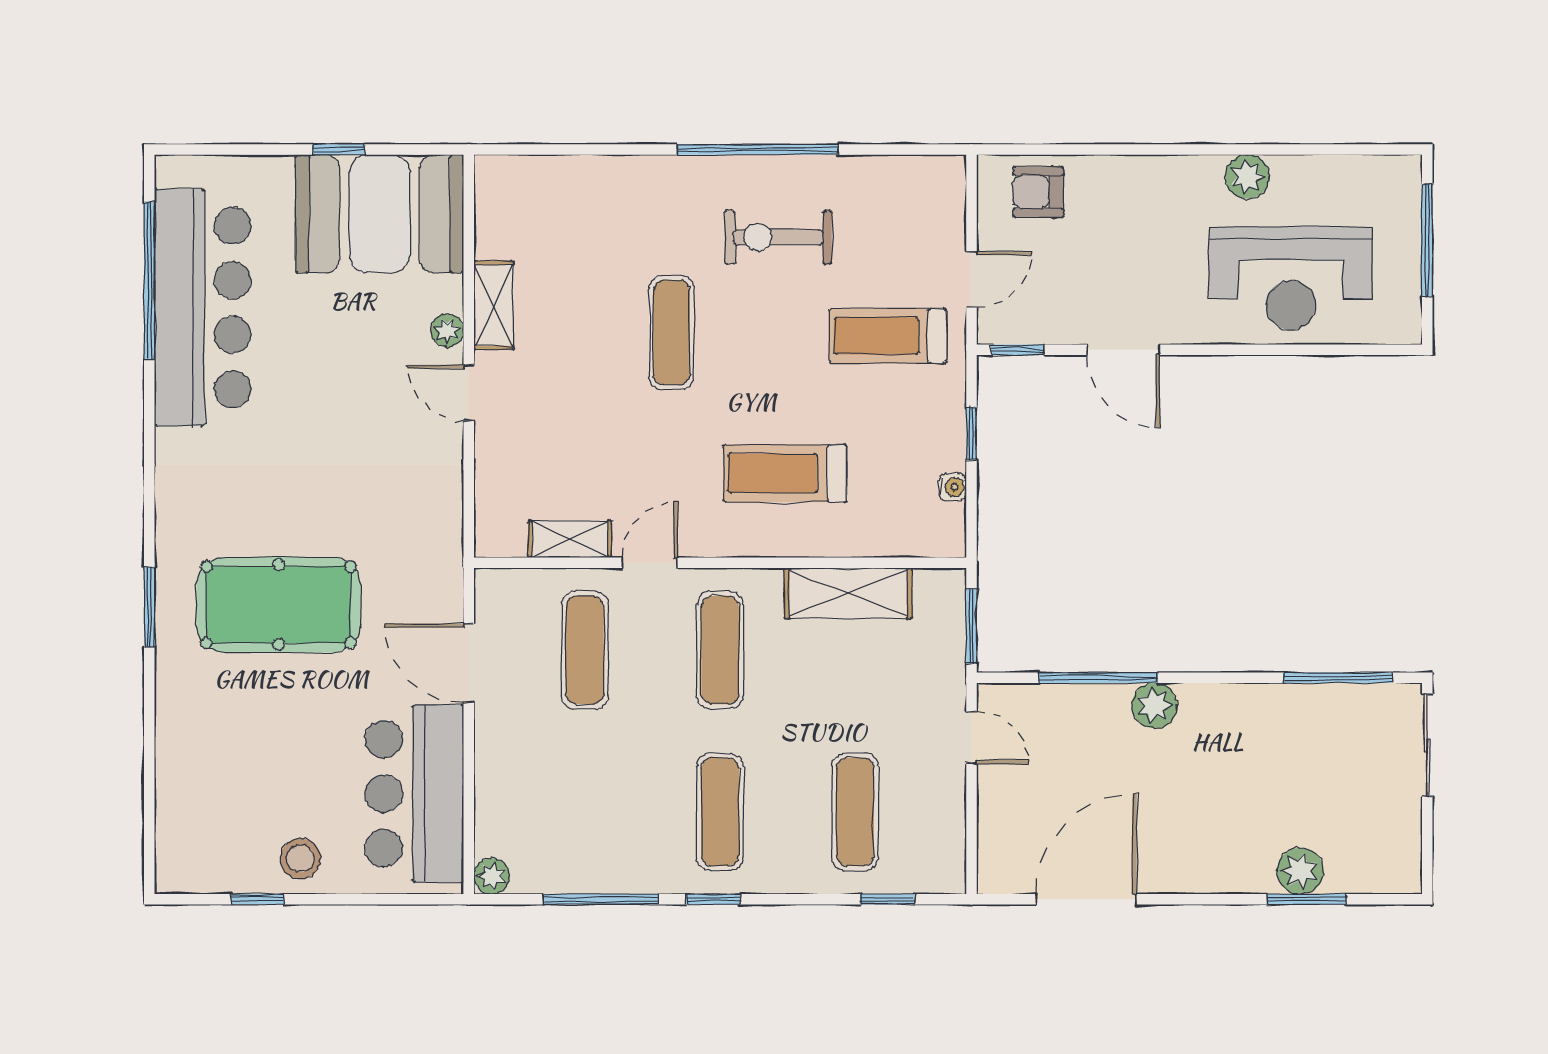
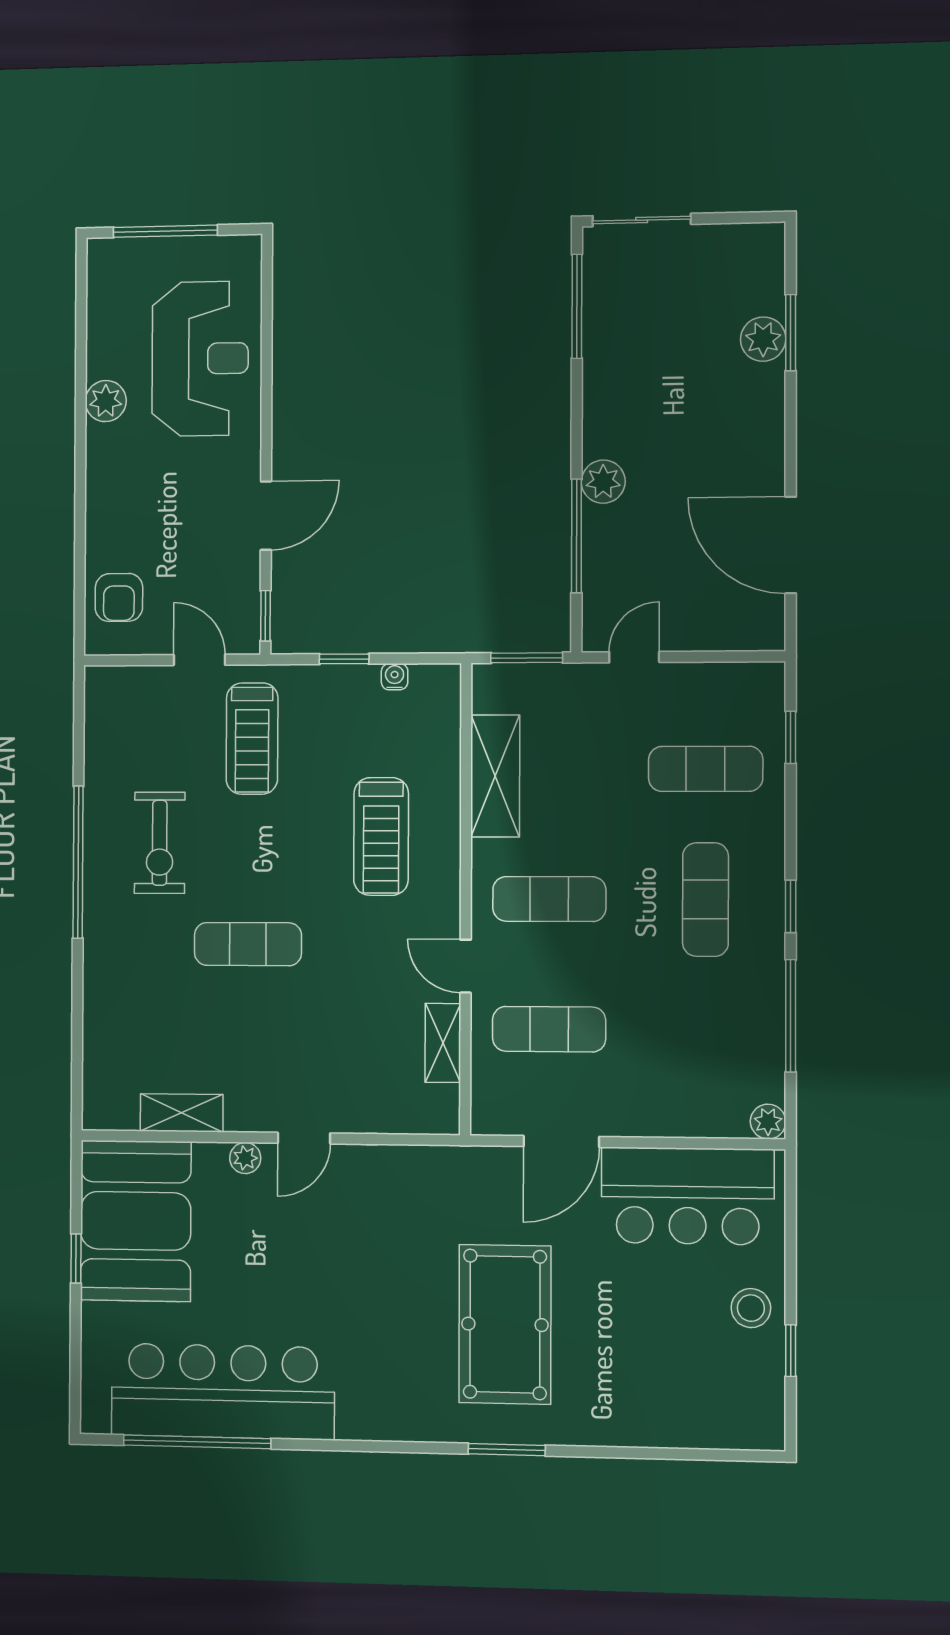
shelving: (494, 305) -> (182, 1113), moved
exercise mat: (720, 812) -> (705, 900), turned 90

